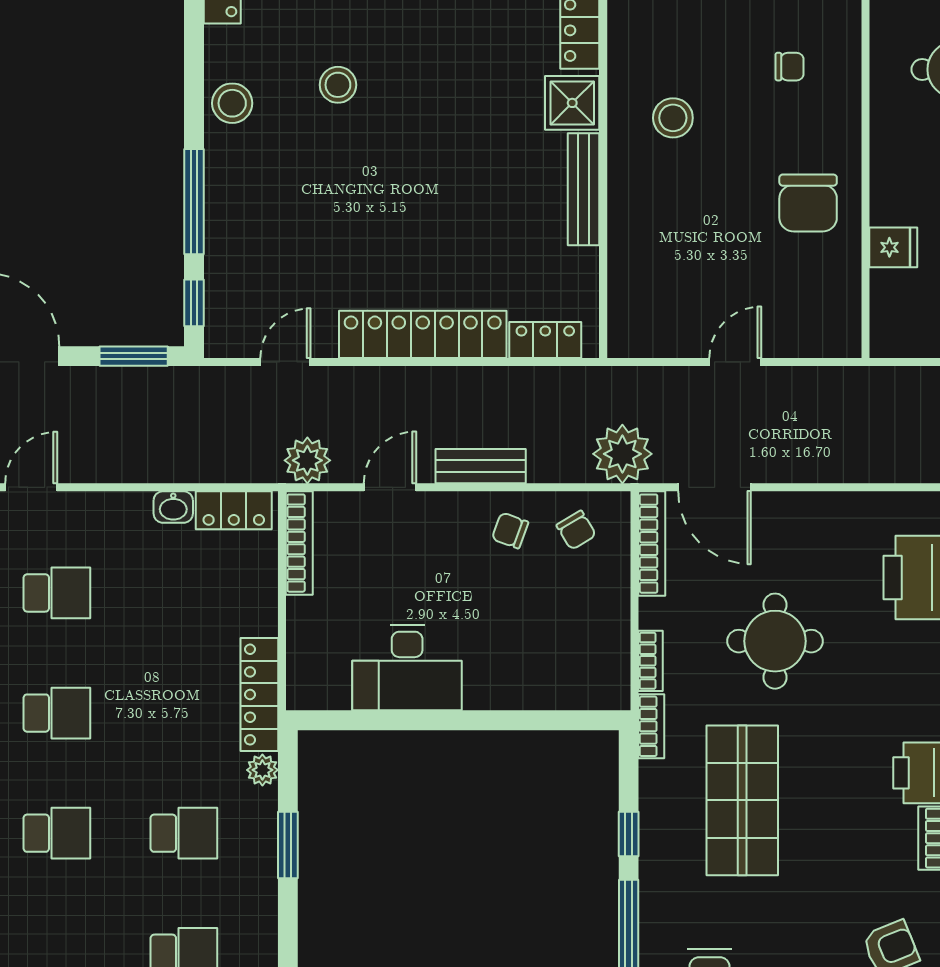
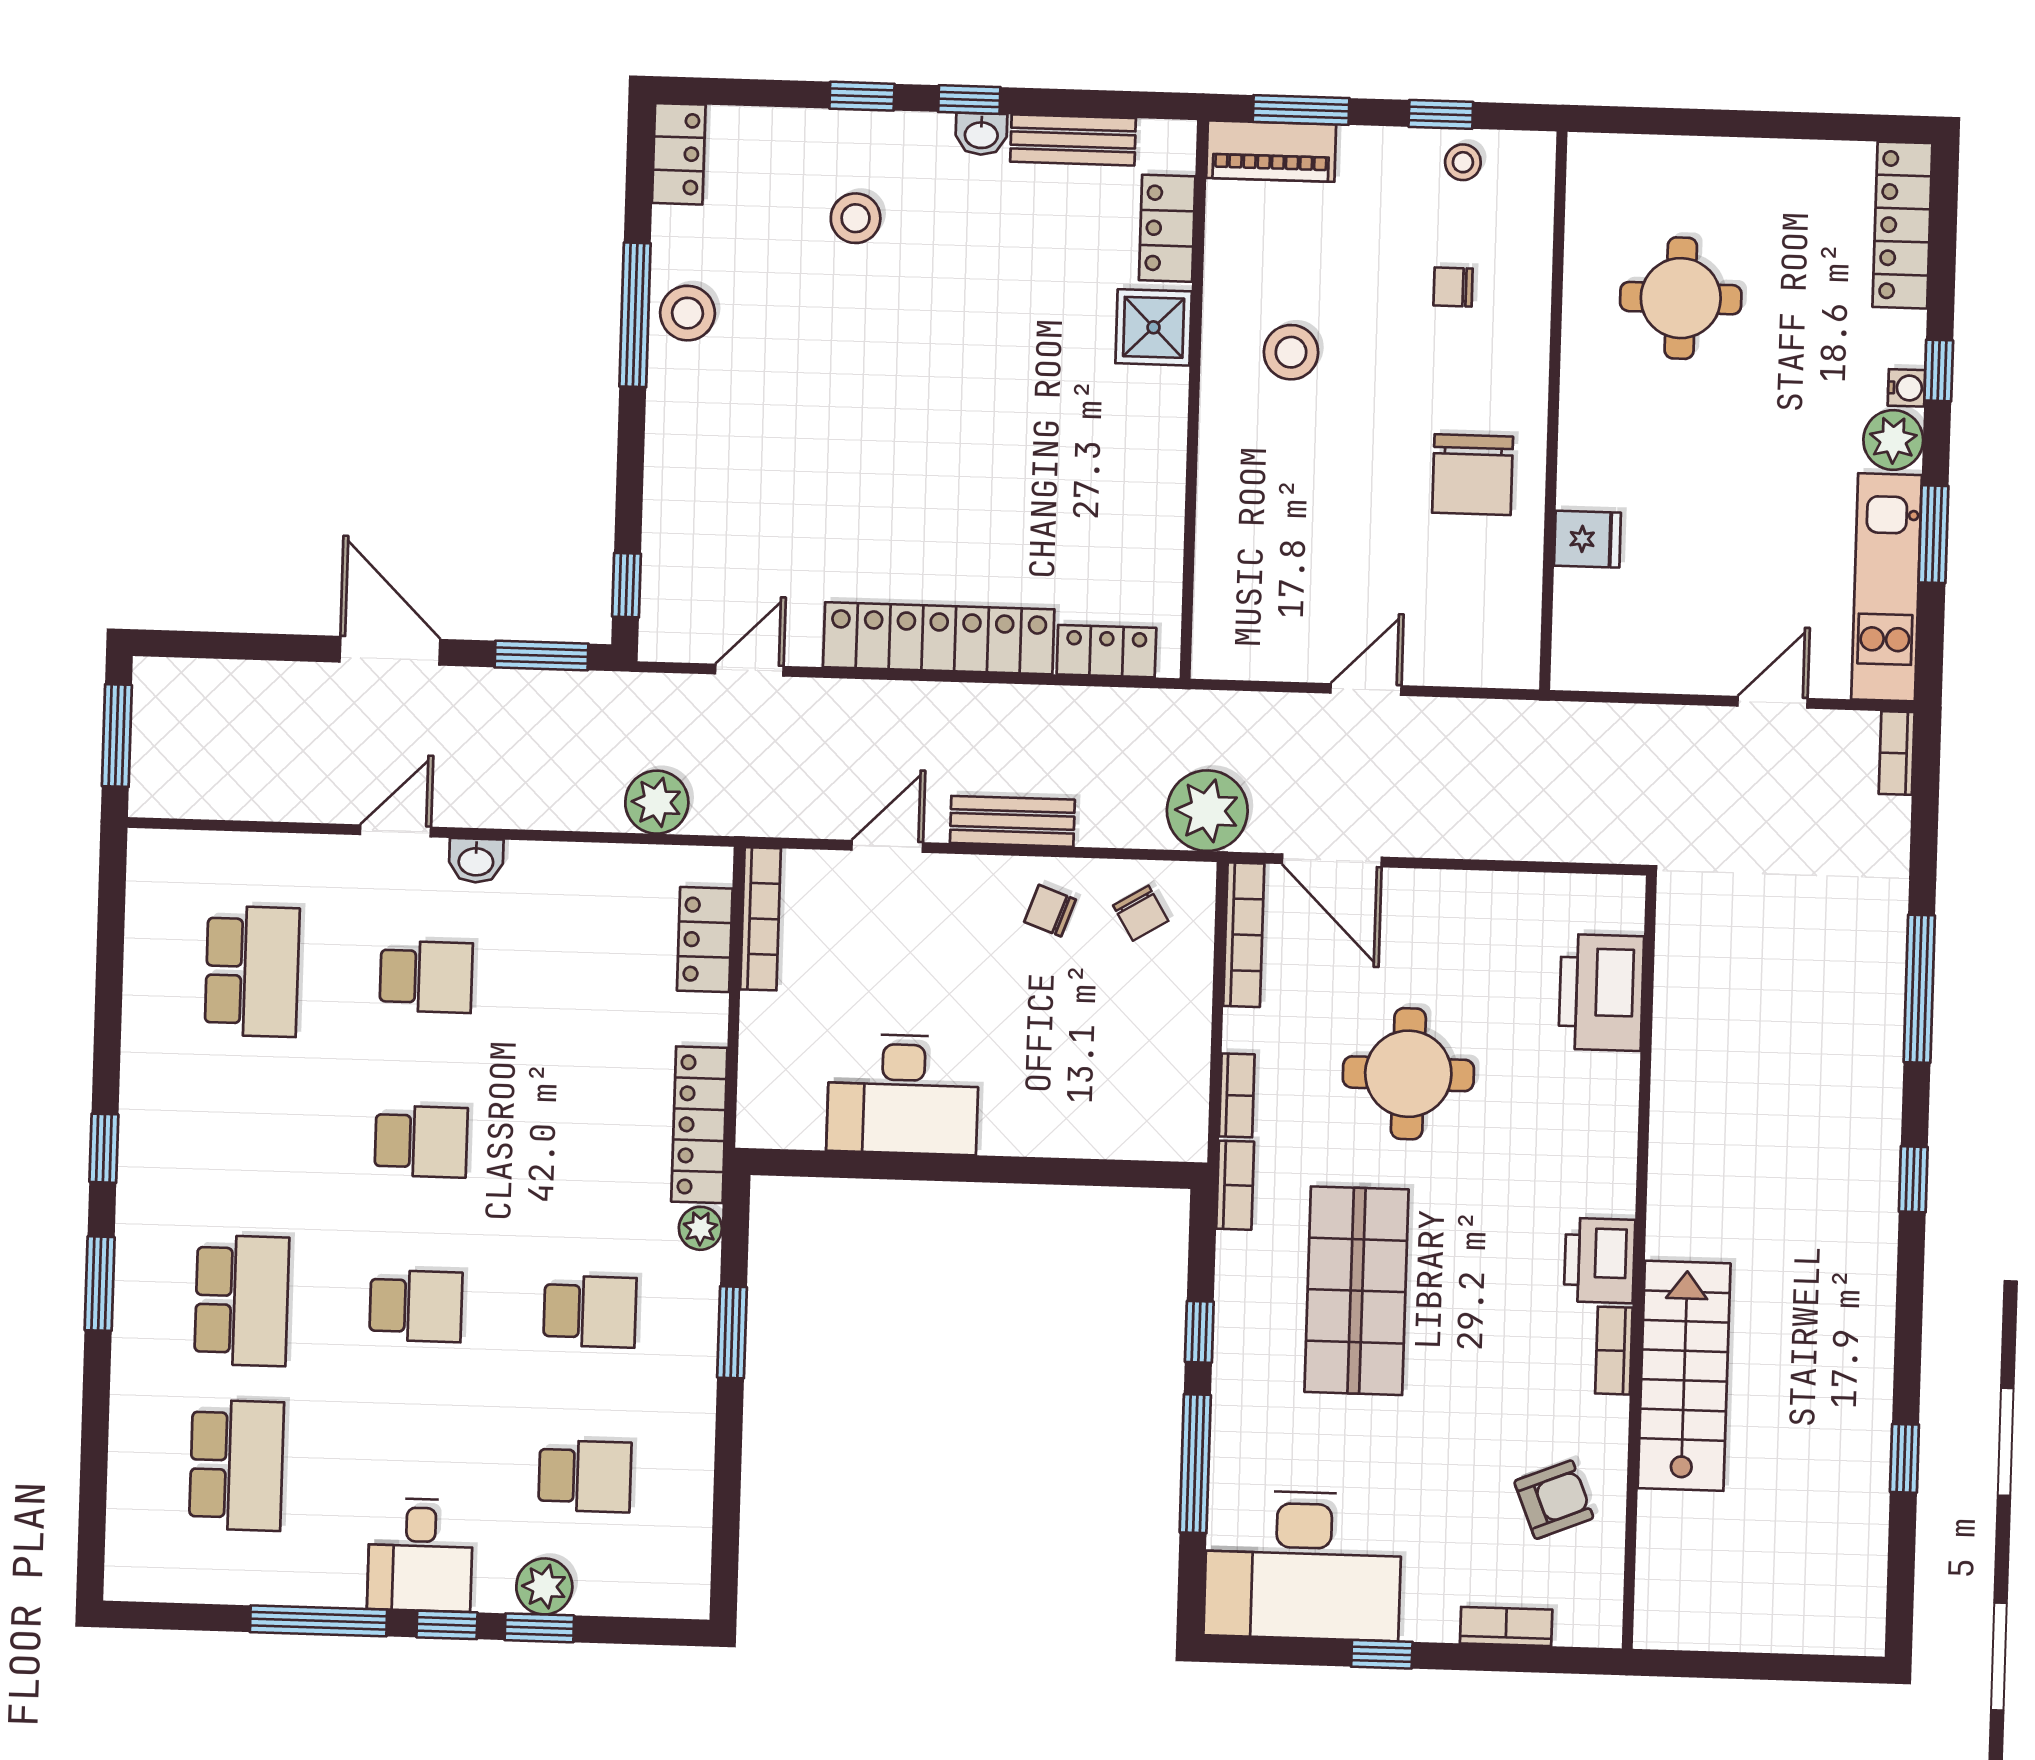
chair: (790, 67) -> (1453, 287), turned 180
stool: (338, 85) -> (856, 218), moved
bench: (583, 189) -> (1165, 446), removed
window: (194, 202) -> (635, 315), moved
plant: (307, 460) -> (657, 802), moved
washbasin: (173, 507) -> (476, 861), moved
locker: (234, 510) -> (705, 940), moved, turned 90

